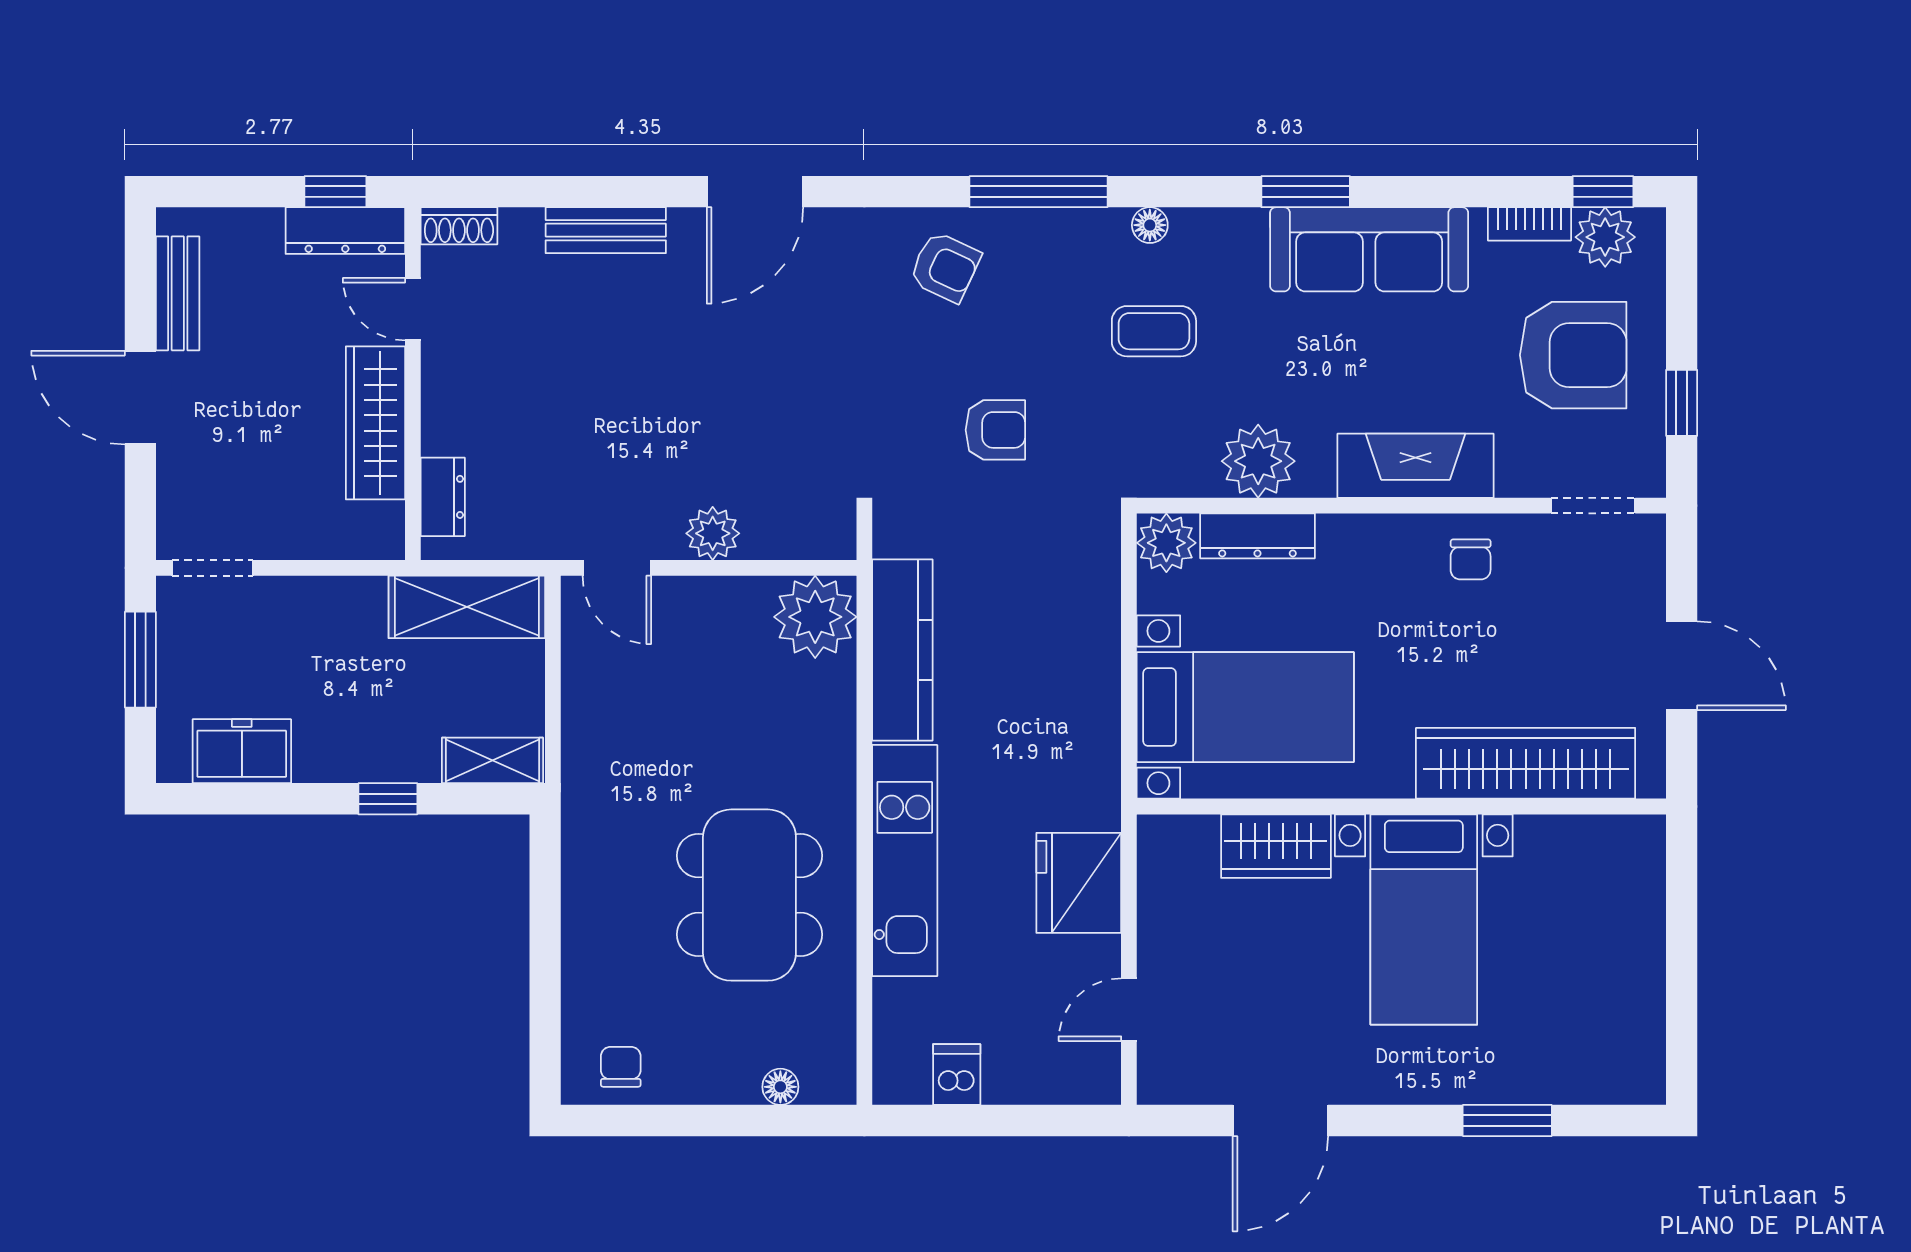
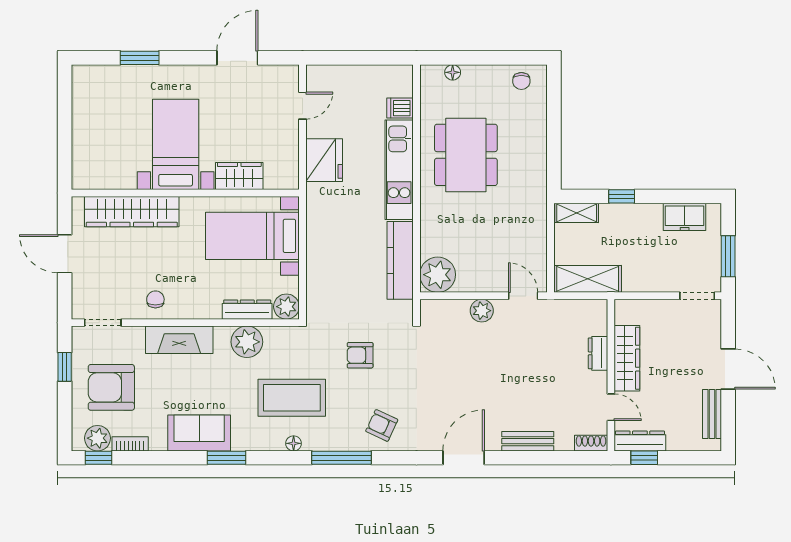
sofa: (1369, 249) -> (199, 433), width x0.73
coffee table: (1154, 331) -> (292, 398), width x1.86, depth x1.72
dresser: (443, 497) -> (598, 353), moved
dishwasher: (957, 1074) -> (400, 108), moved, turned 90

